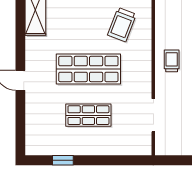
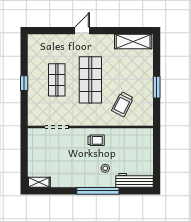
trolley: (122, 25) -> (122, 104), turned -84
window: (63, 160) -> (24, 83), moved

